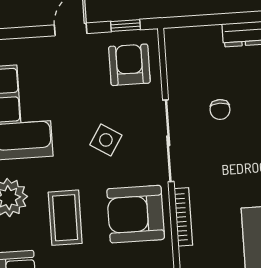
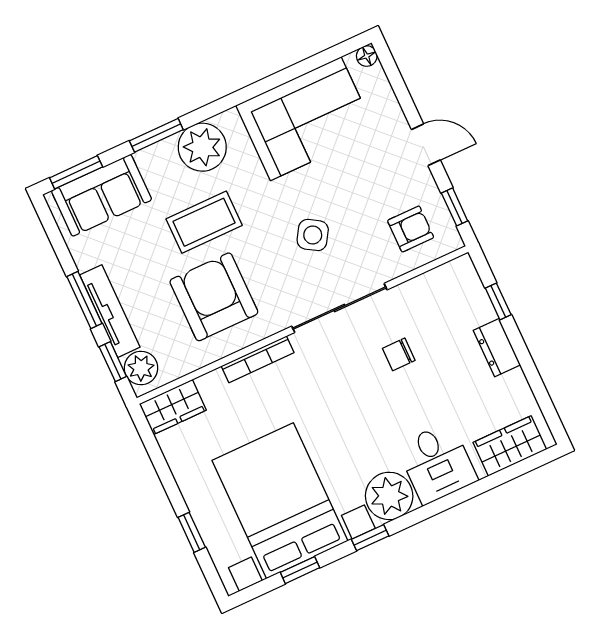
window: (209, 20) -> (498, 301), added
armchair: (129, 65) -> (411, 229), width x0.72, depth x0.72
armchair: (136, 214) -> (214, 297), moved

